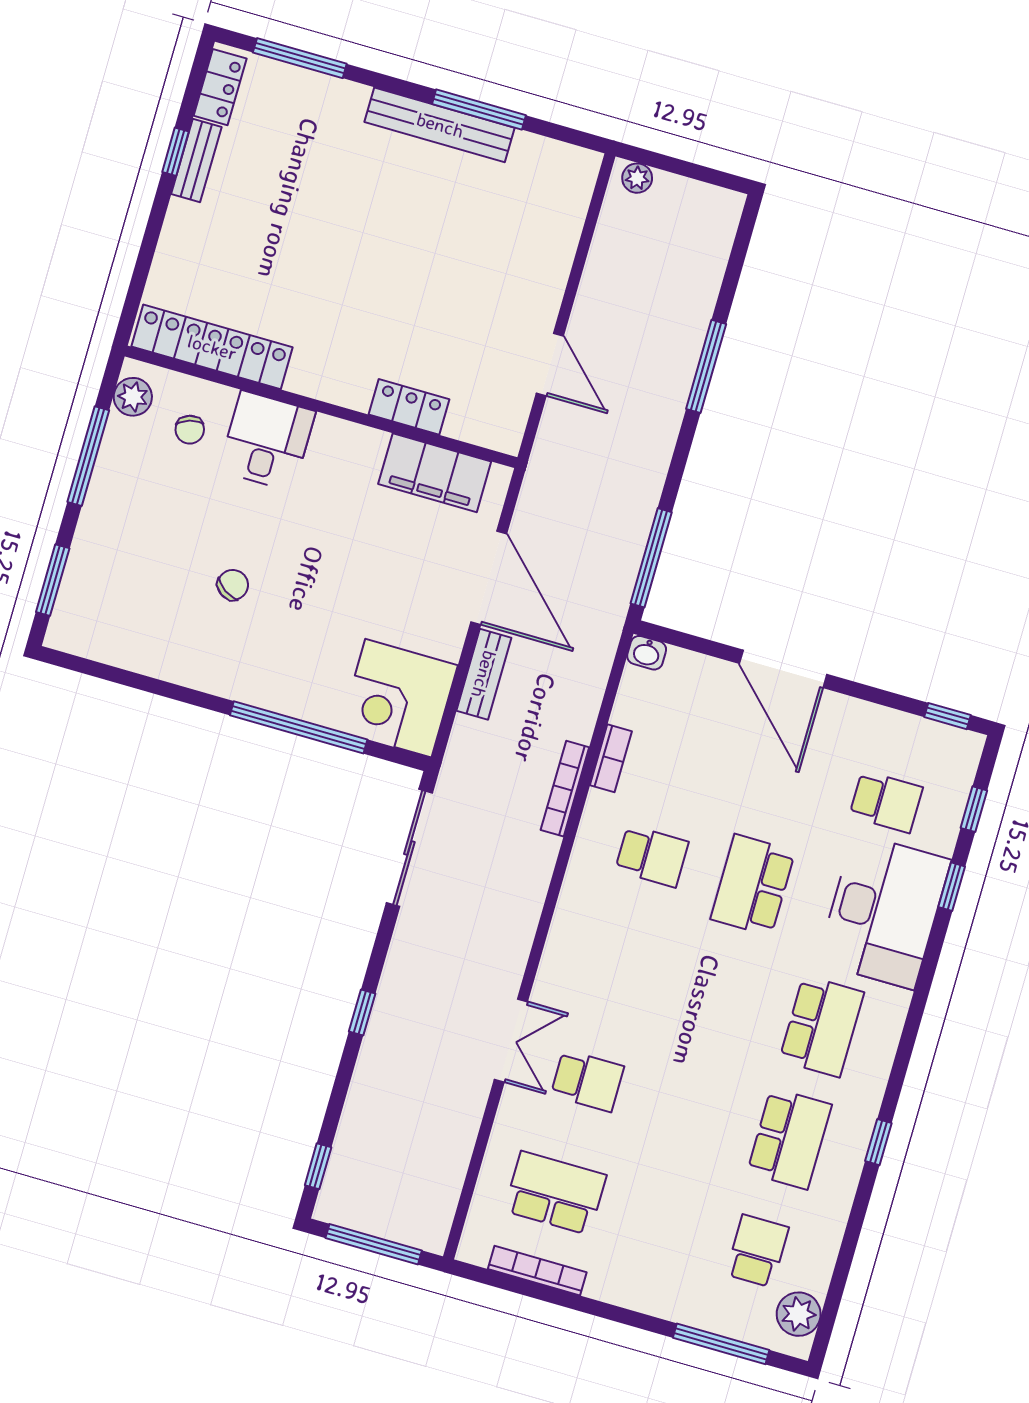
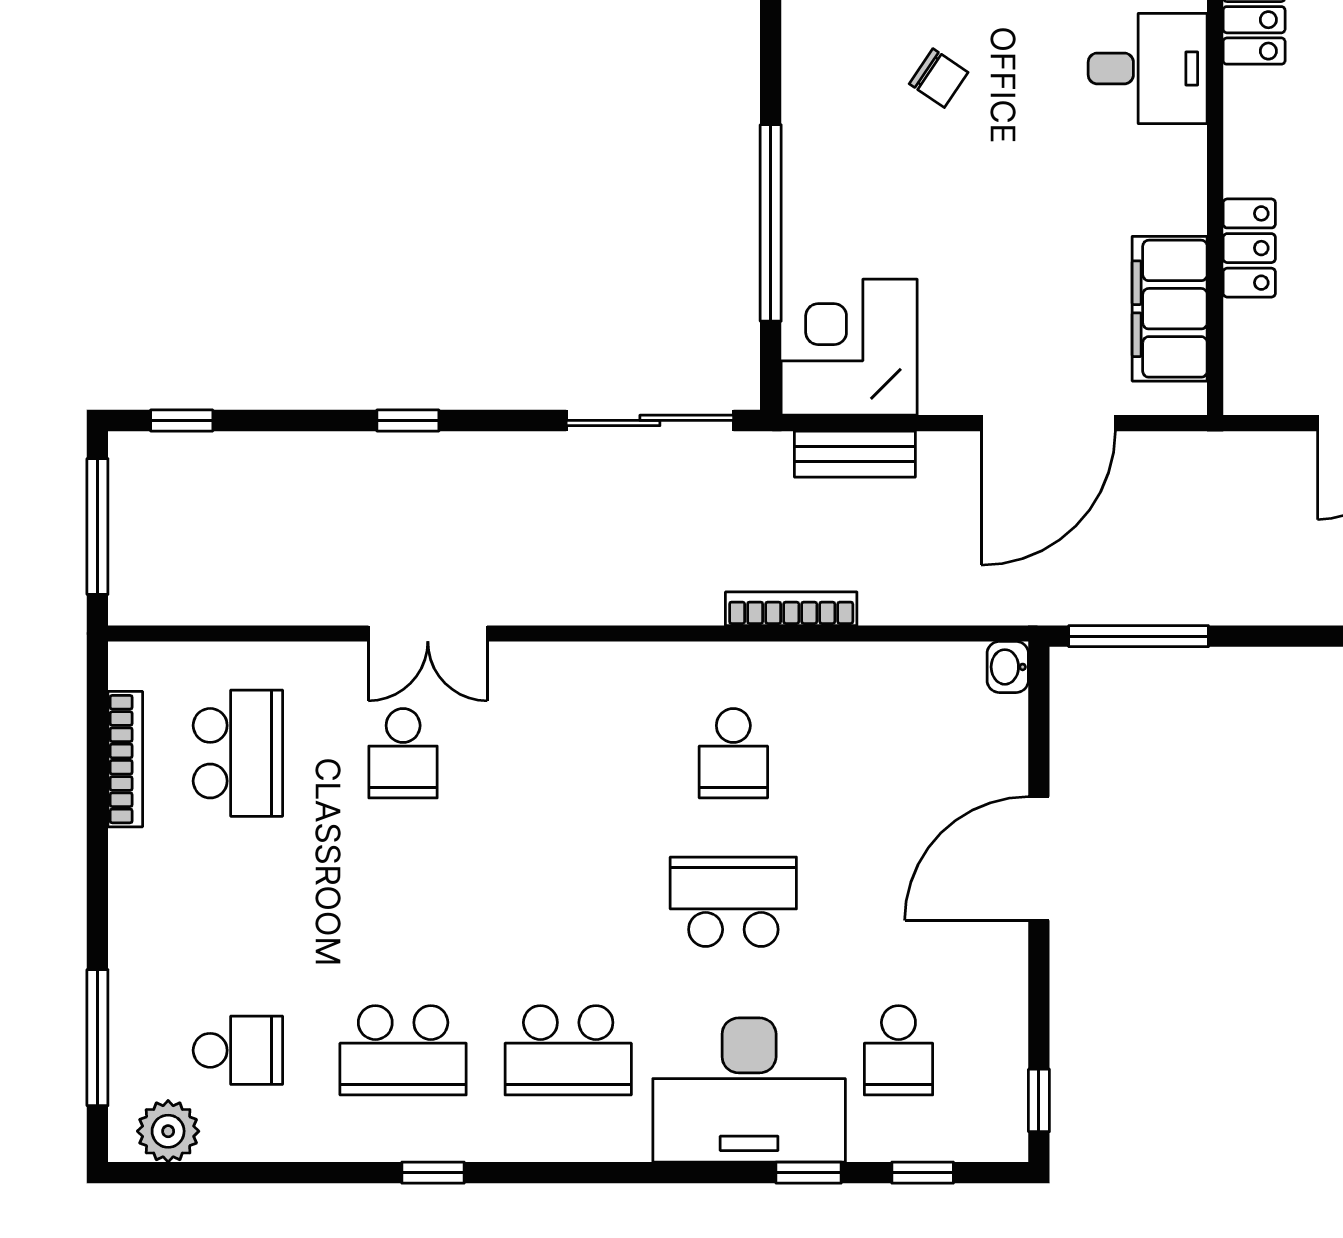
bench: (484, 674) -> (855, 454), moved
bookcase: (611, 758) -> (850, 659), removed

